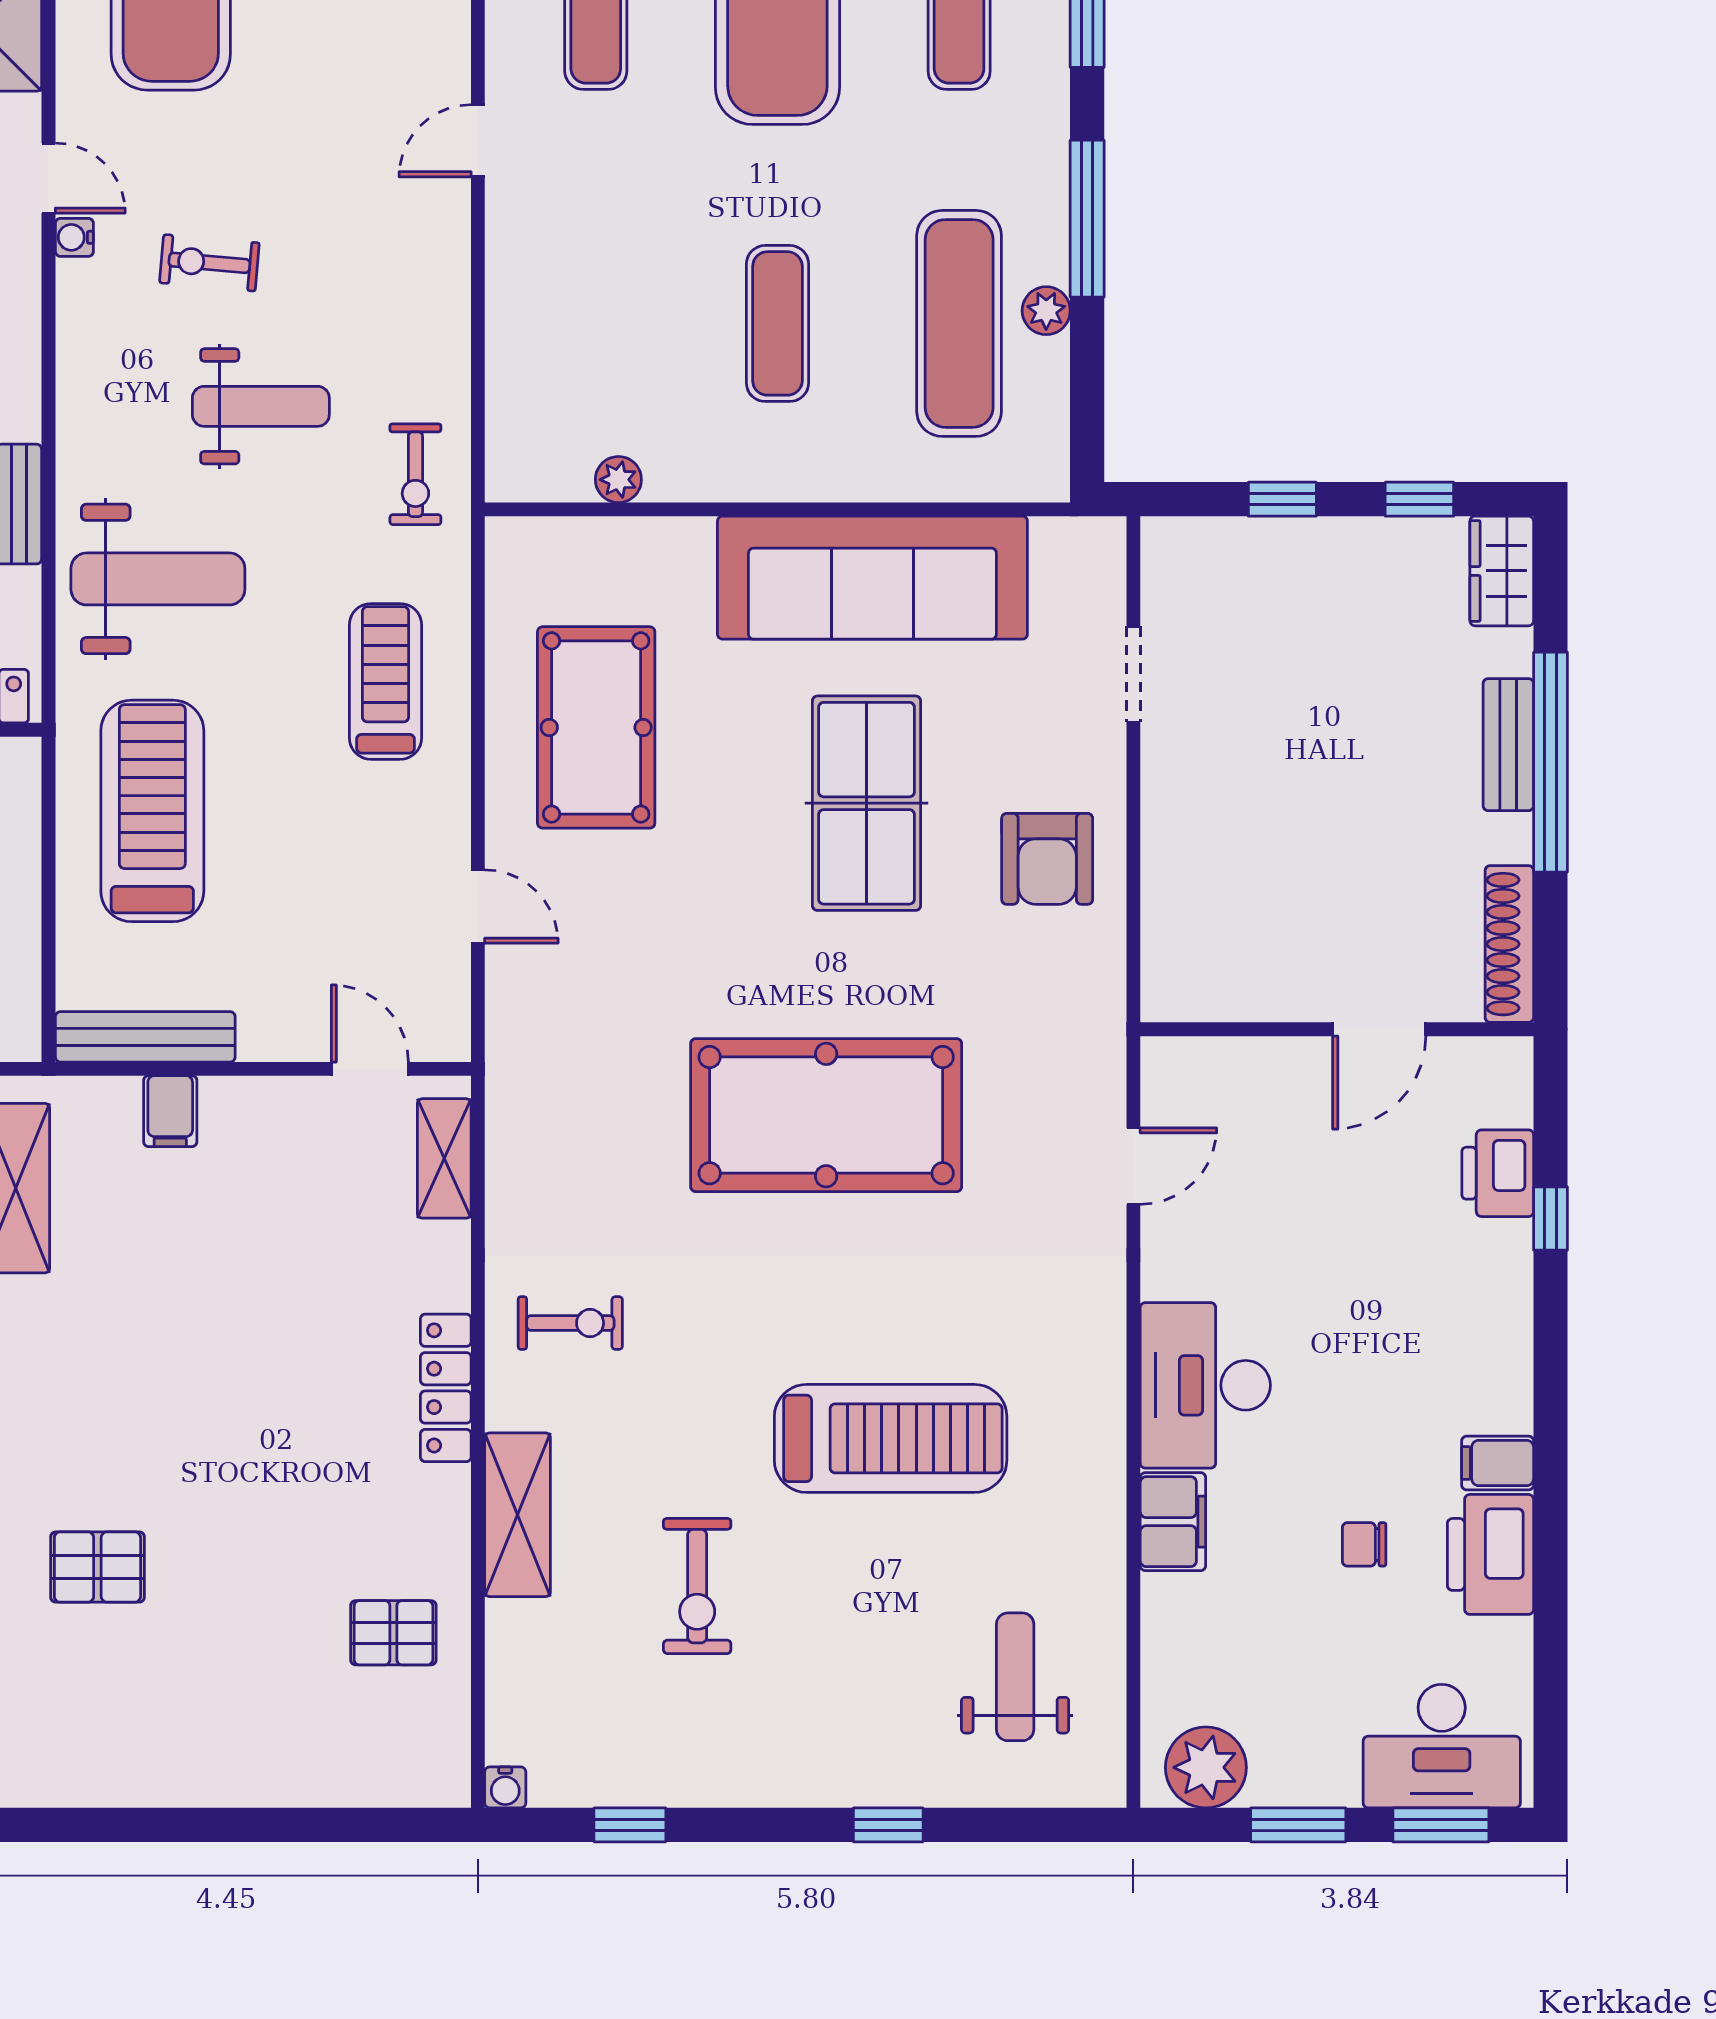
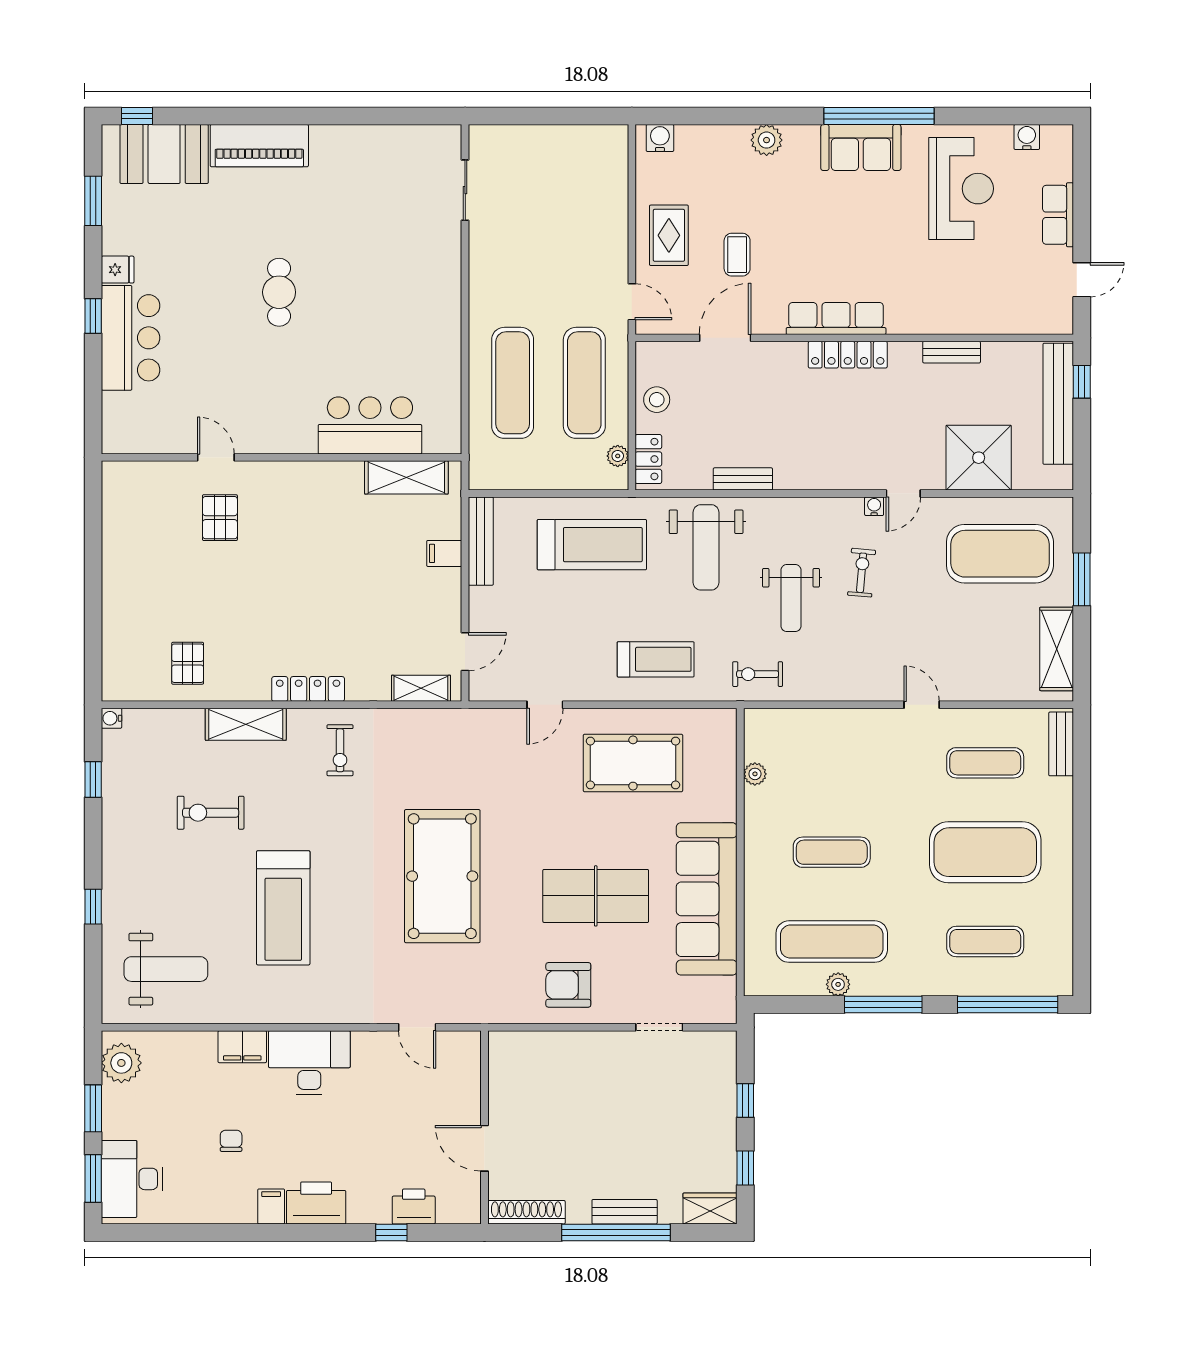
printer: (1490, 1554) -> (316, 1203), moved
weight bench: (1015, 1677) -> (166, 969), width x1.36, depth x1.33

